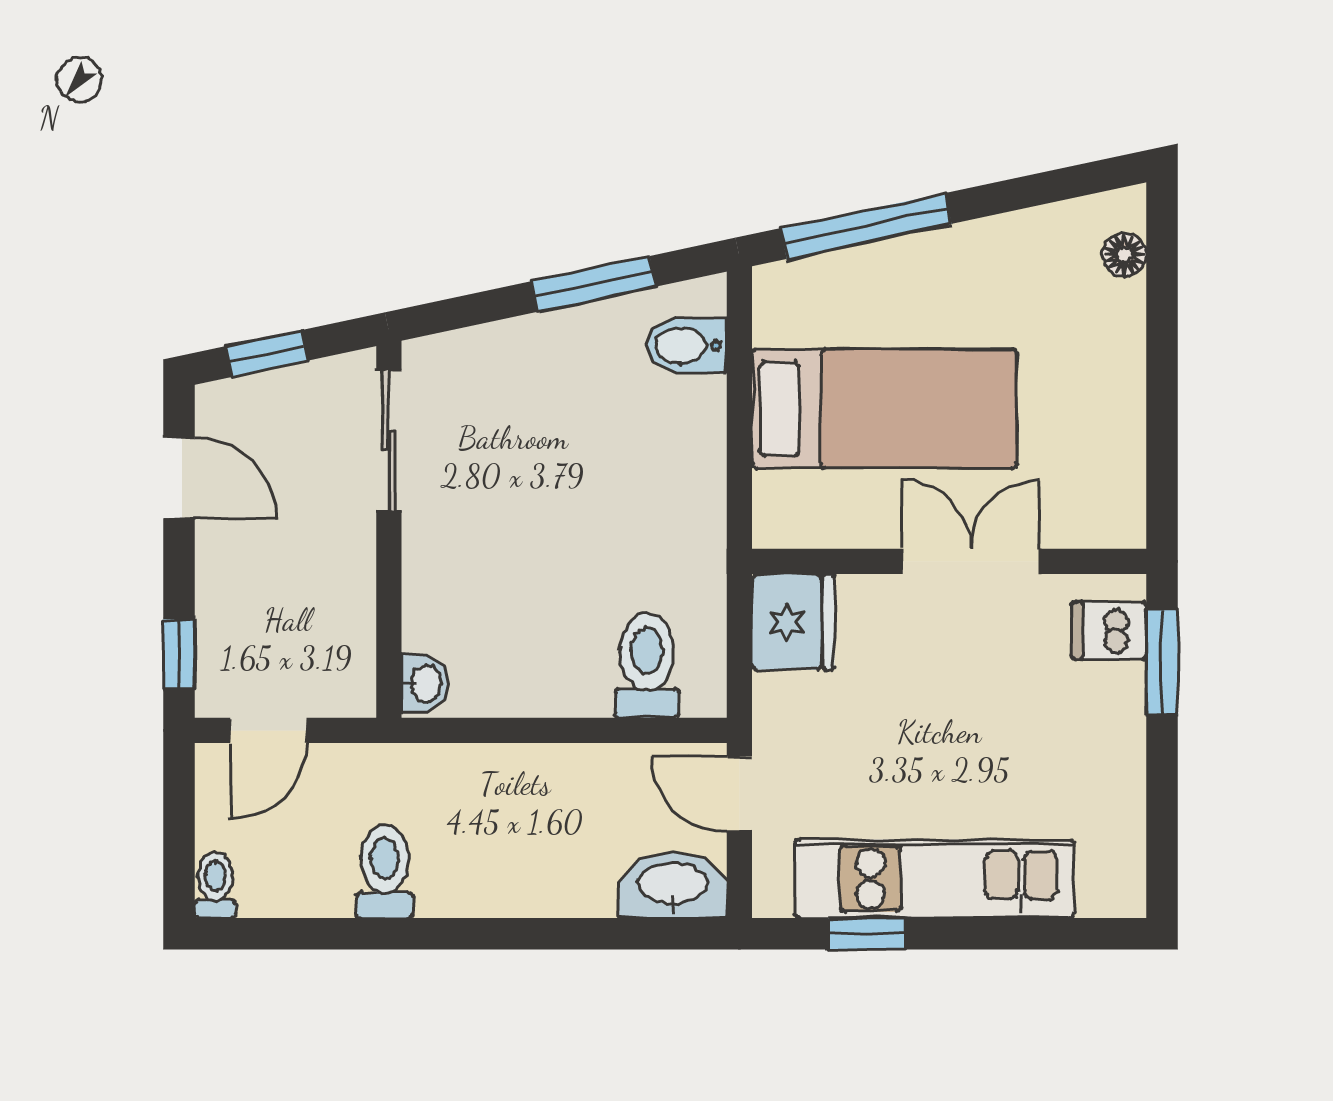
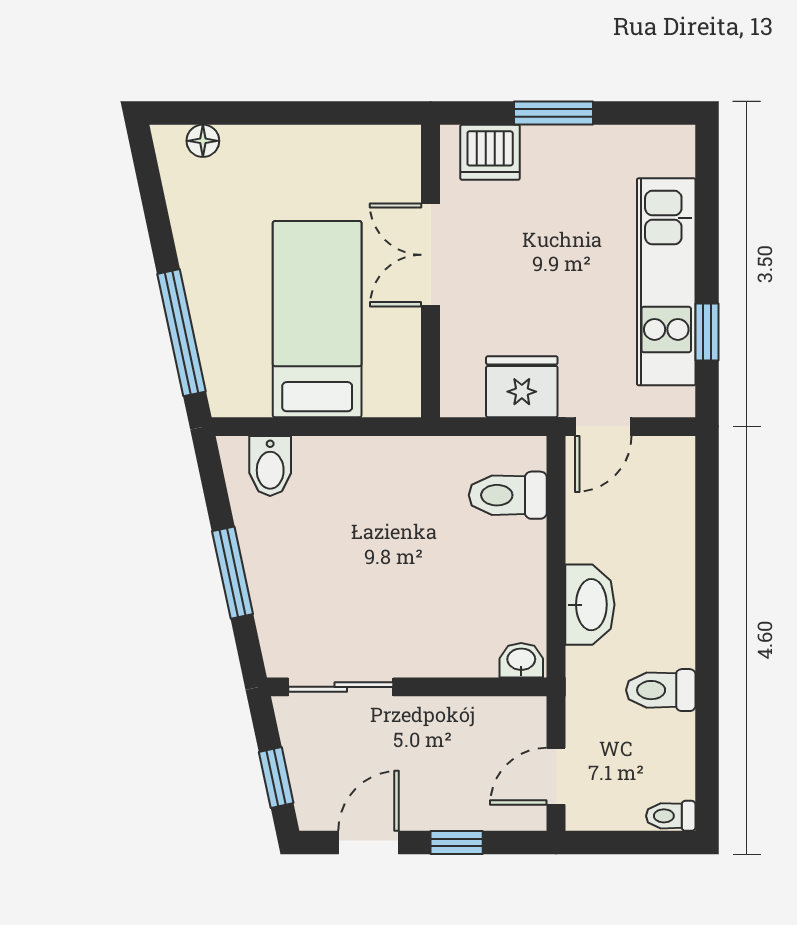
window: (594, 284) -> (233, 573), moved
fridge: (793, 622) -> (522, 387), moved
dishwasher: (1109, 631) -> (490, 152), width x1.38
window: (179, 654) -> (457, 843), moved
window: (1162, 662) -> (554, 113), moved
door: (268, 730) -> (556, 776), swing flipped
washbasin: (673, 885) -> (590, 605), moved, turned 180

